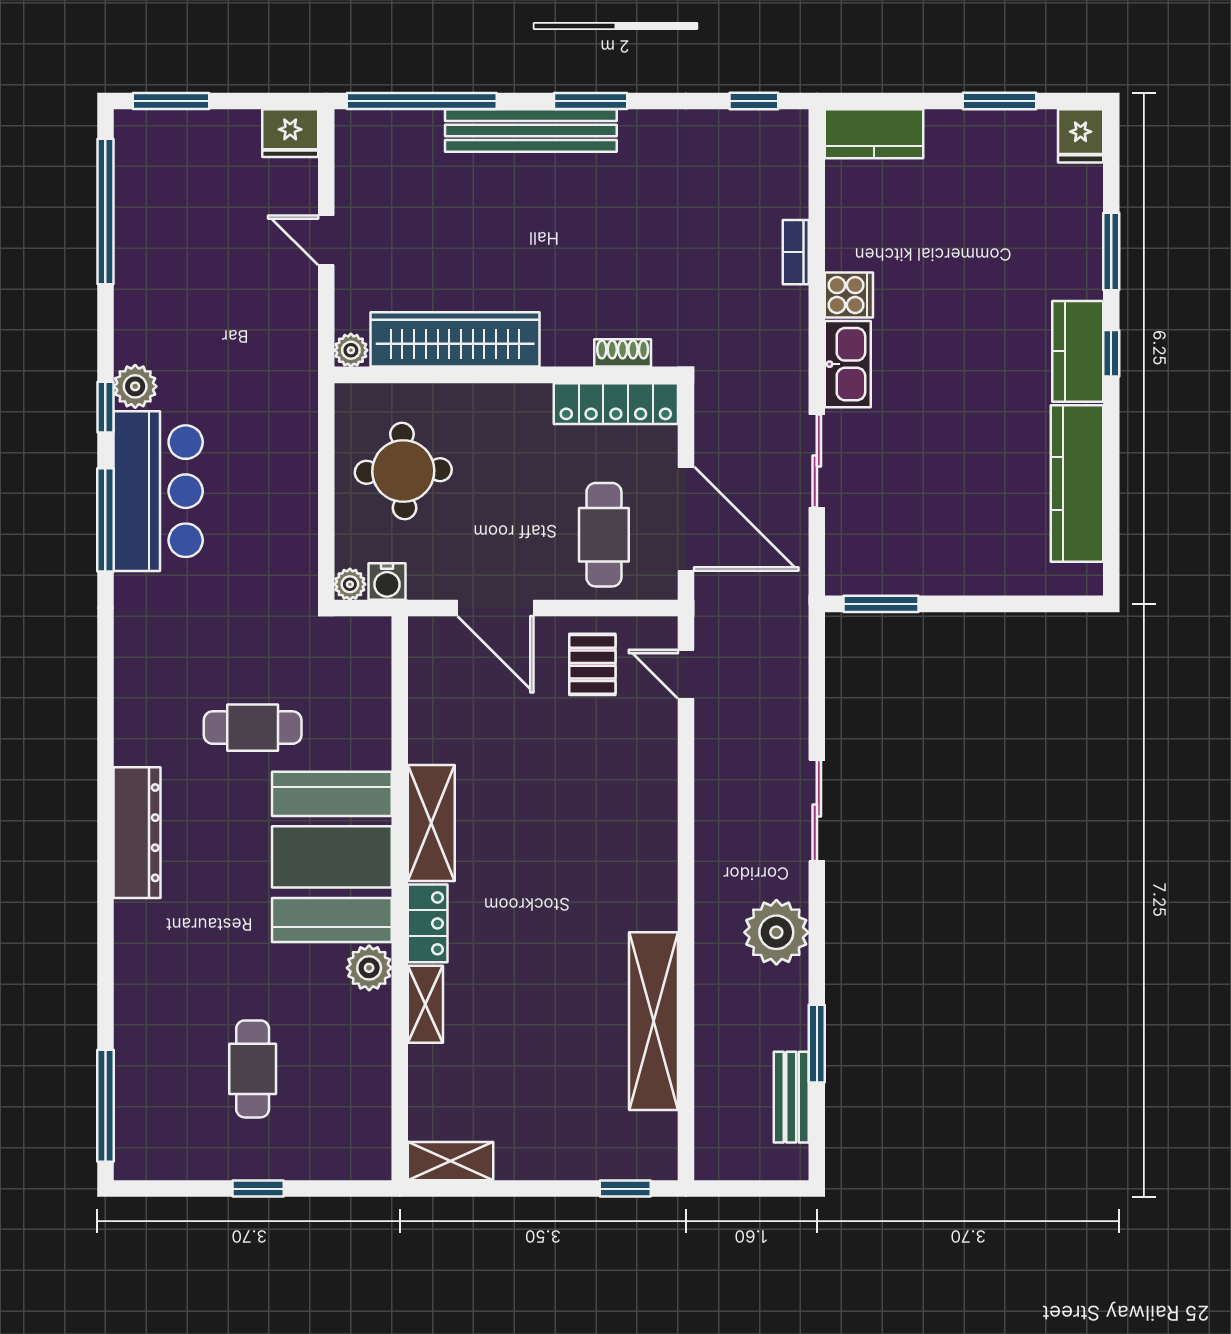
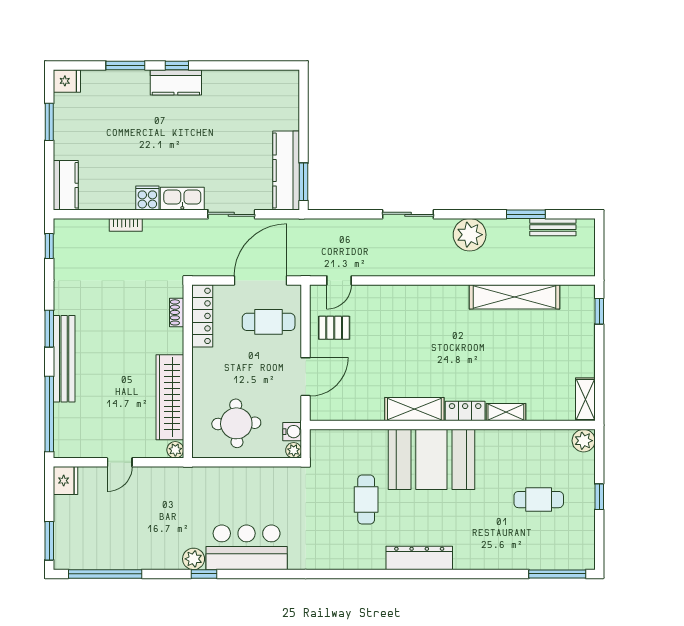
kitchen counter: (1077, 484) -> (286, 170), moved, turned 90
window: (105, 520) -> (261, 574), removed
plant: (369, 968) -> (584, 441), moved

